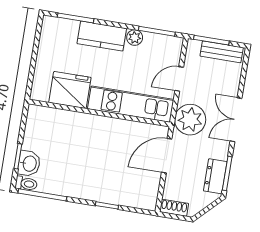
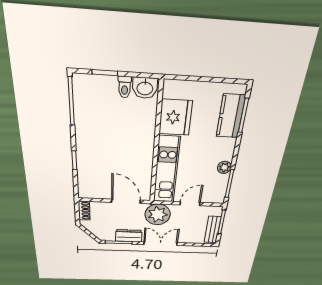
kitchen counter: (102, 36) -> (231, 116), moved
door: (179, 79) -> (190, 204), hinge flipped
washbasin: (29, 164) -> (145, 88), moved
dresser: (215, 176) -> (129, 236), moved
toilet: (26, 184) -> (125, 87), moved

